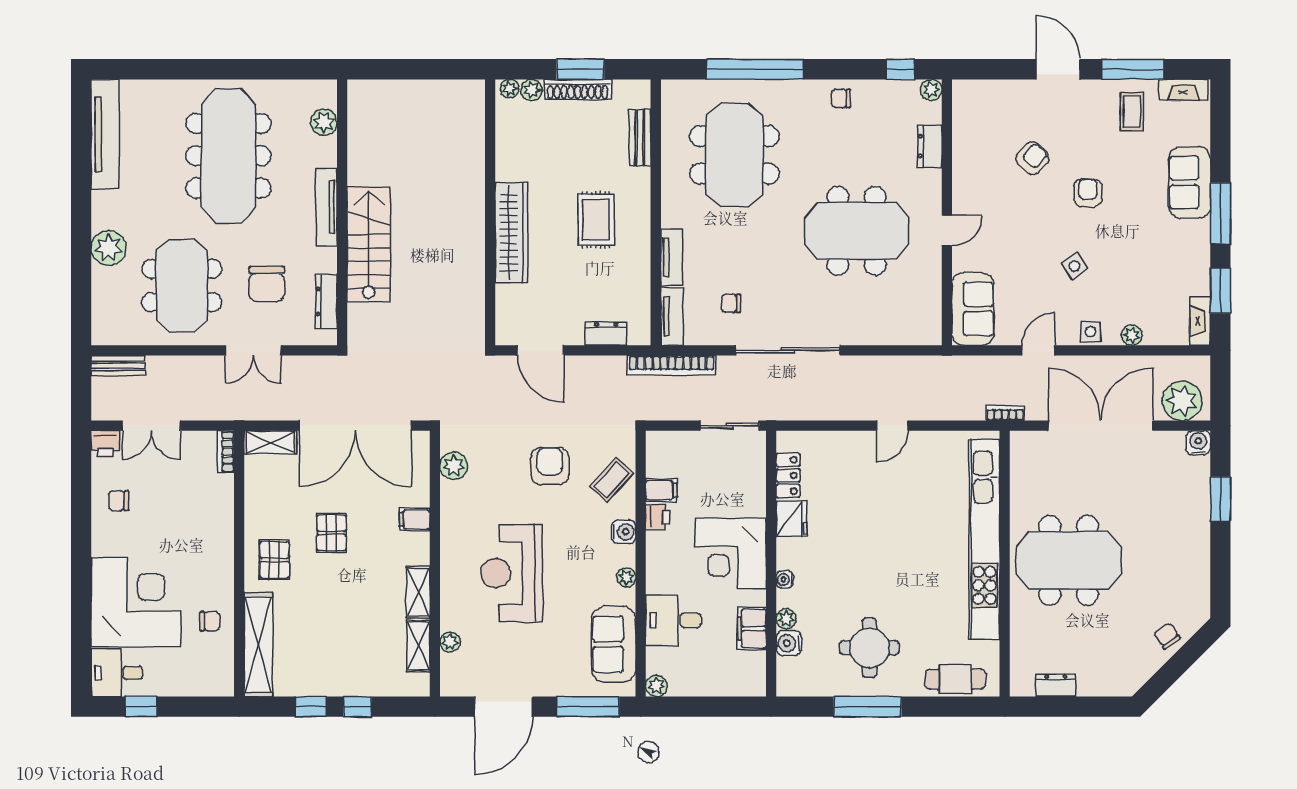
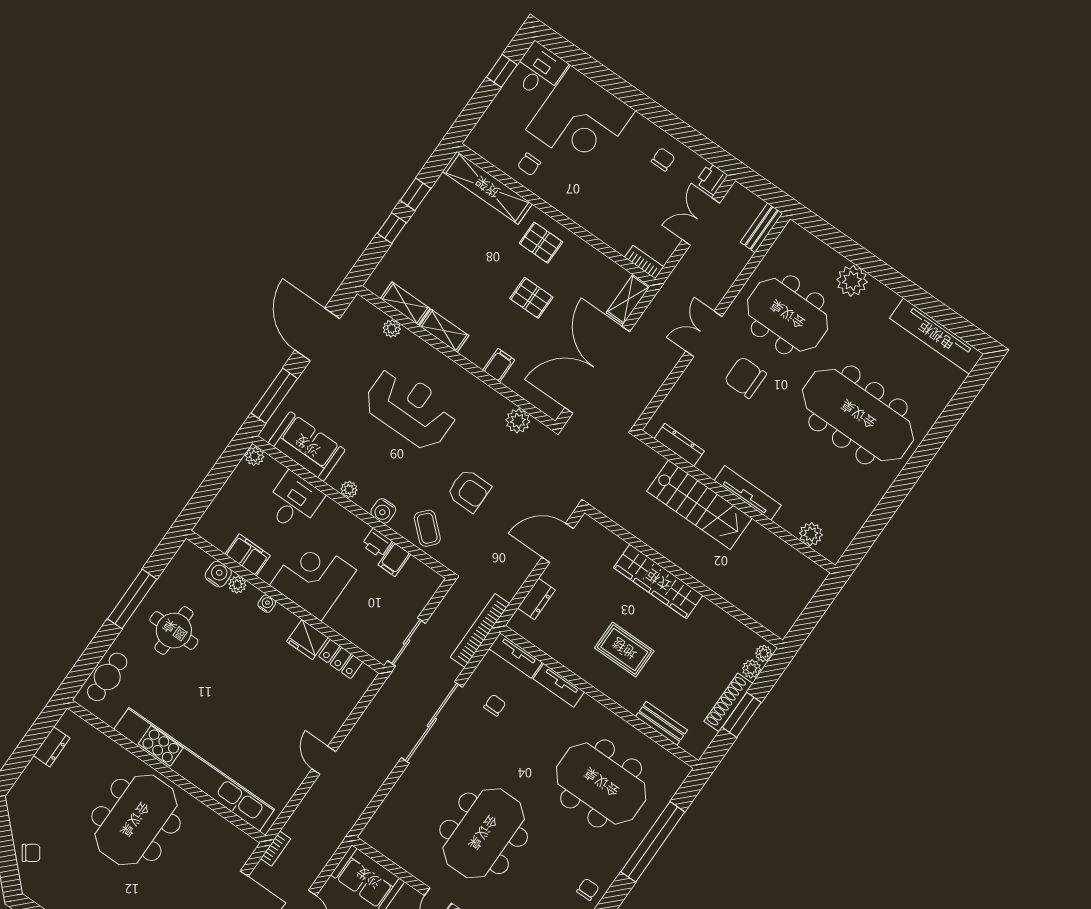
plant: (324, 122) -> (811, 534), moved
tv unit: (326, 207) -> (748, 493), moved
wall: (342, 212) -> (736, 502), moved
stairs: (369, 244) -> (699, 505), moved
dresser: (326, 301) -> (679, 445), moved

